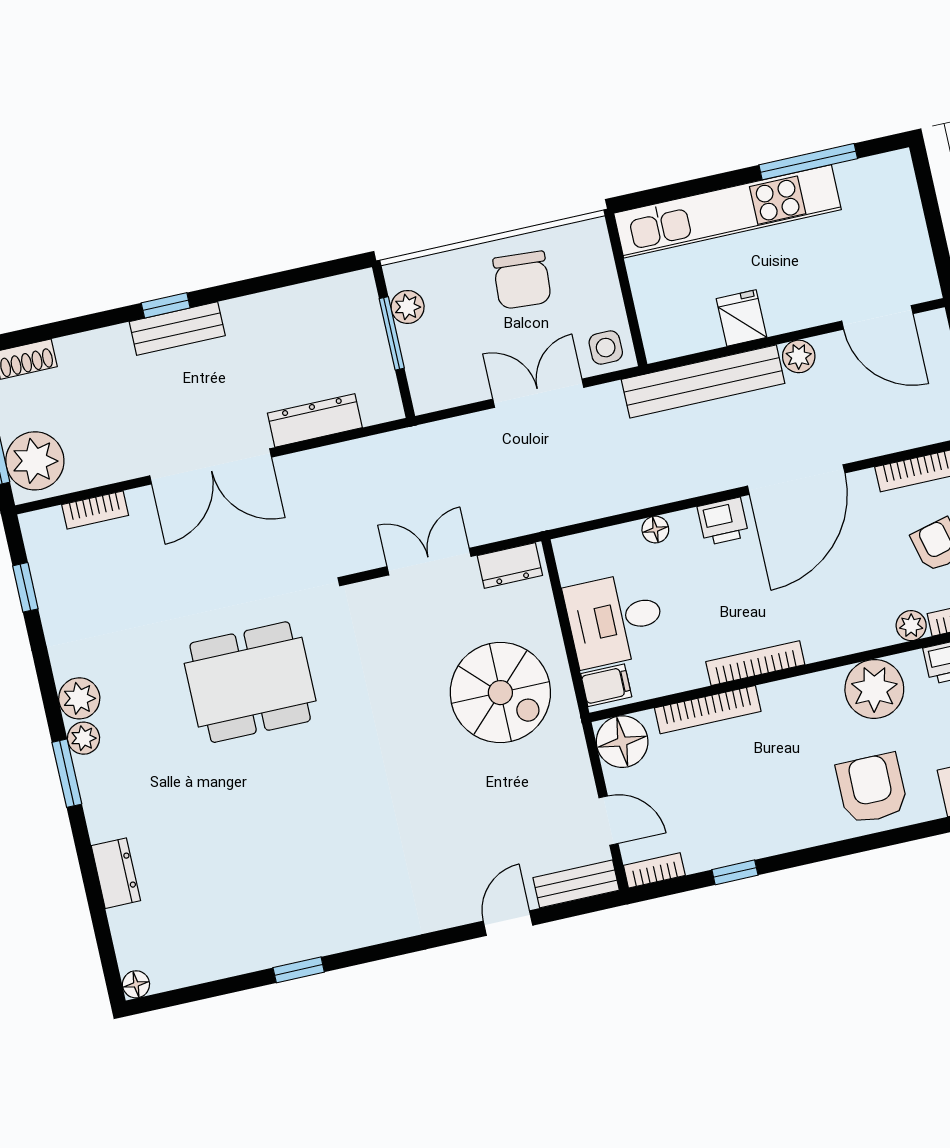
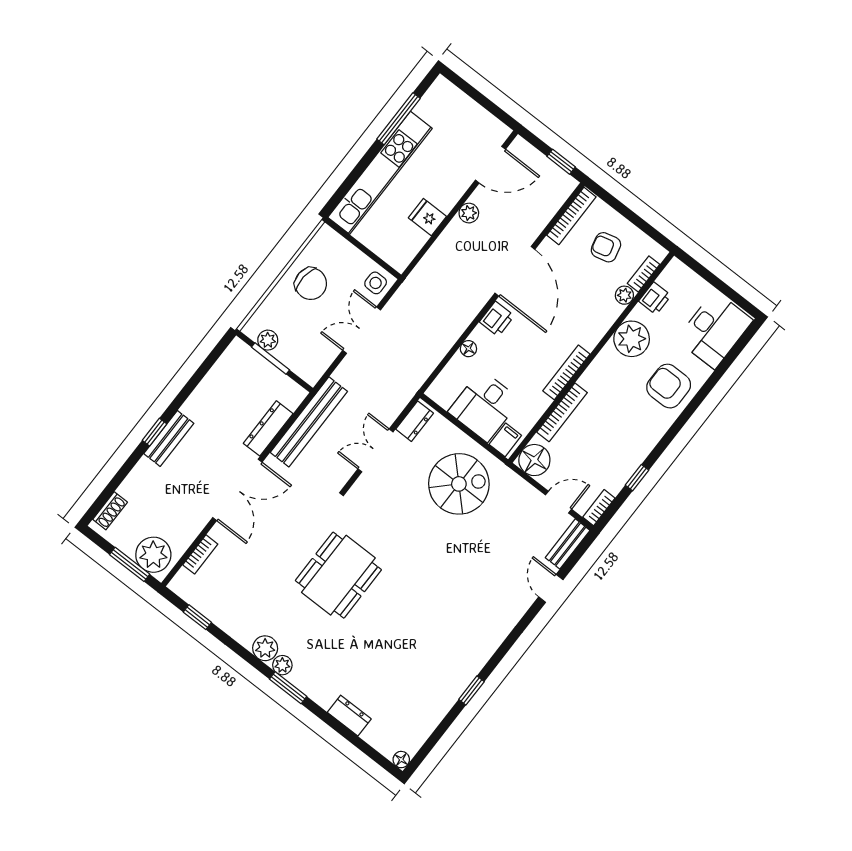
bench: (703, 381) -> (309, 422), moved

